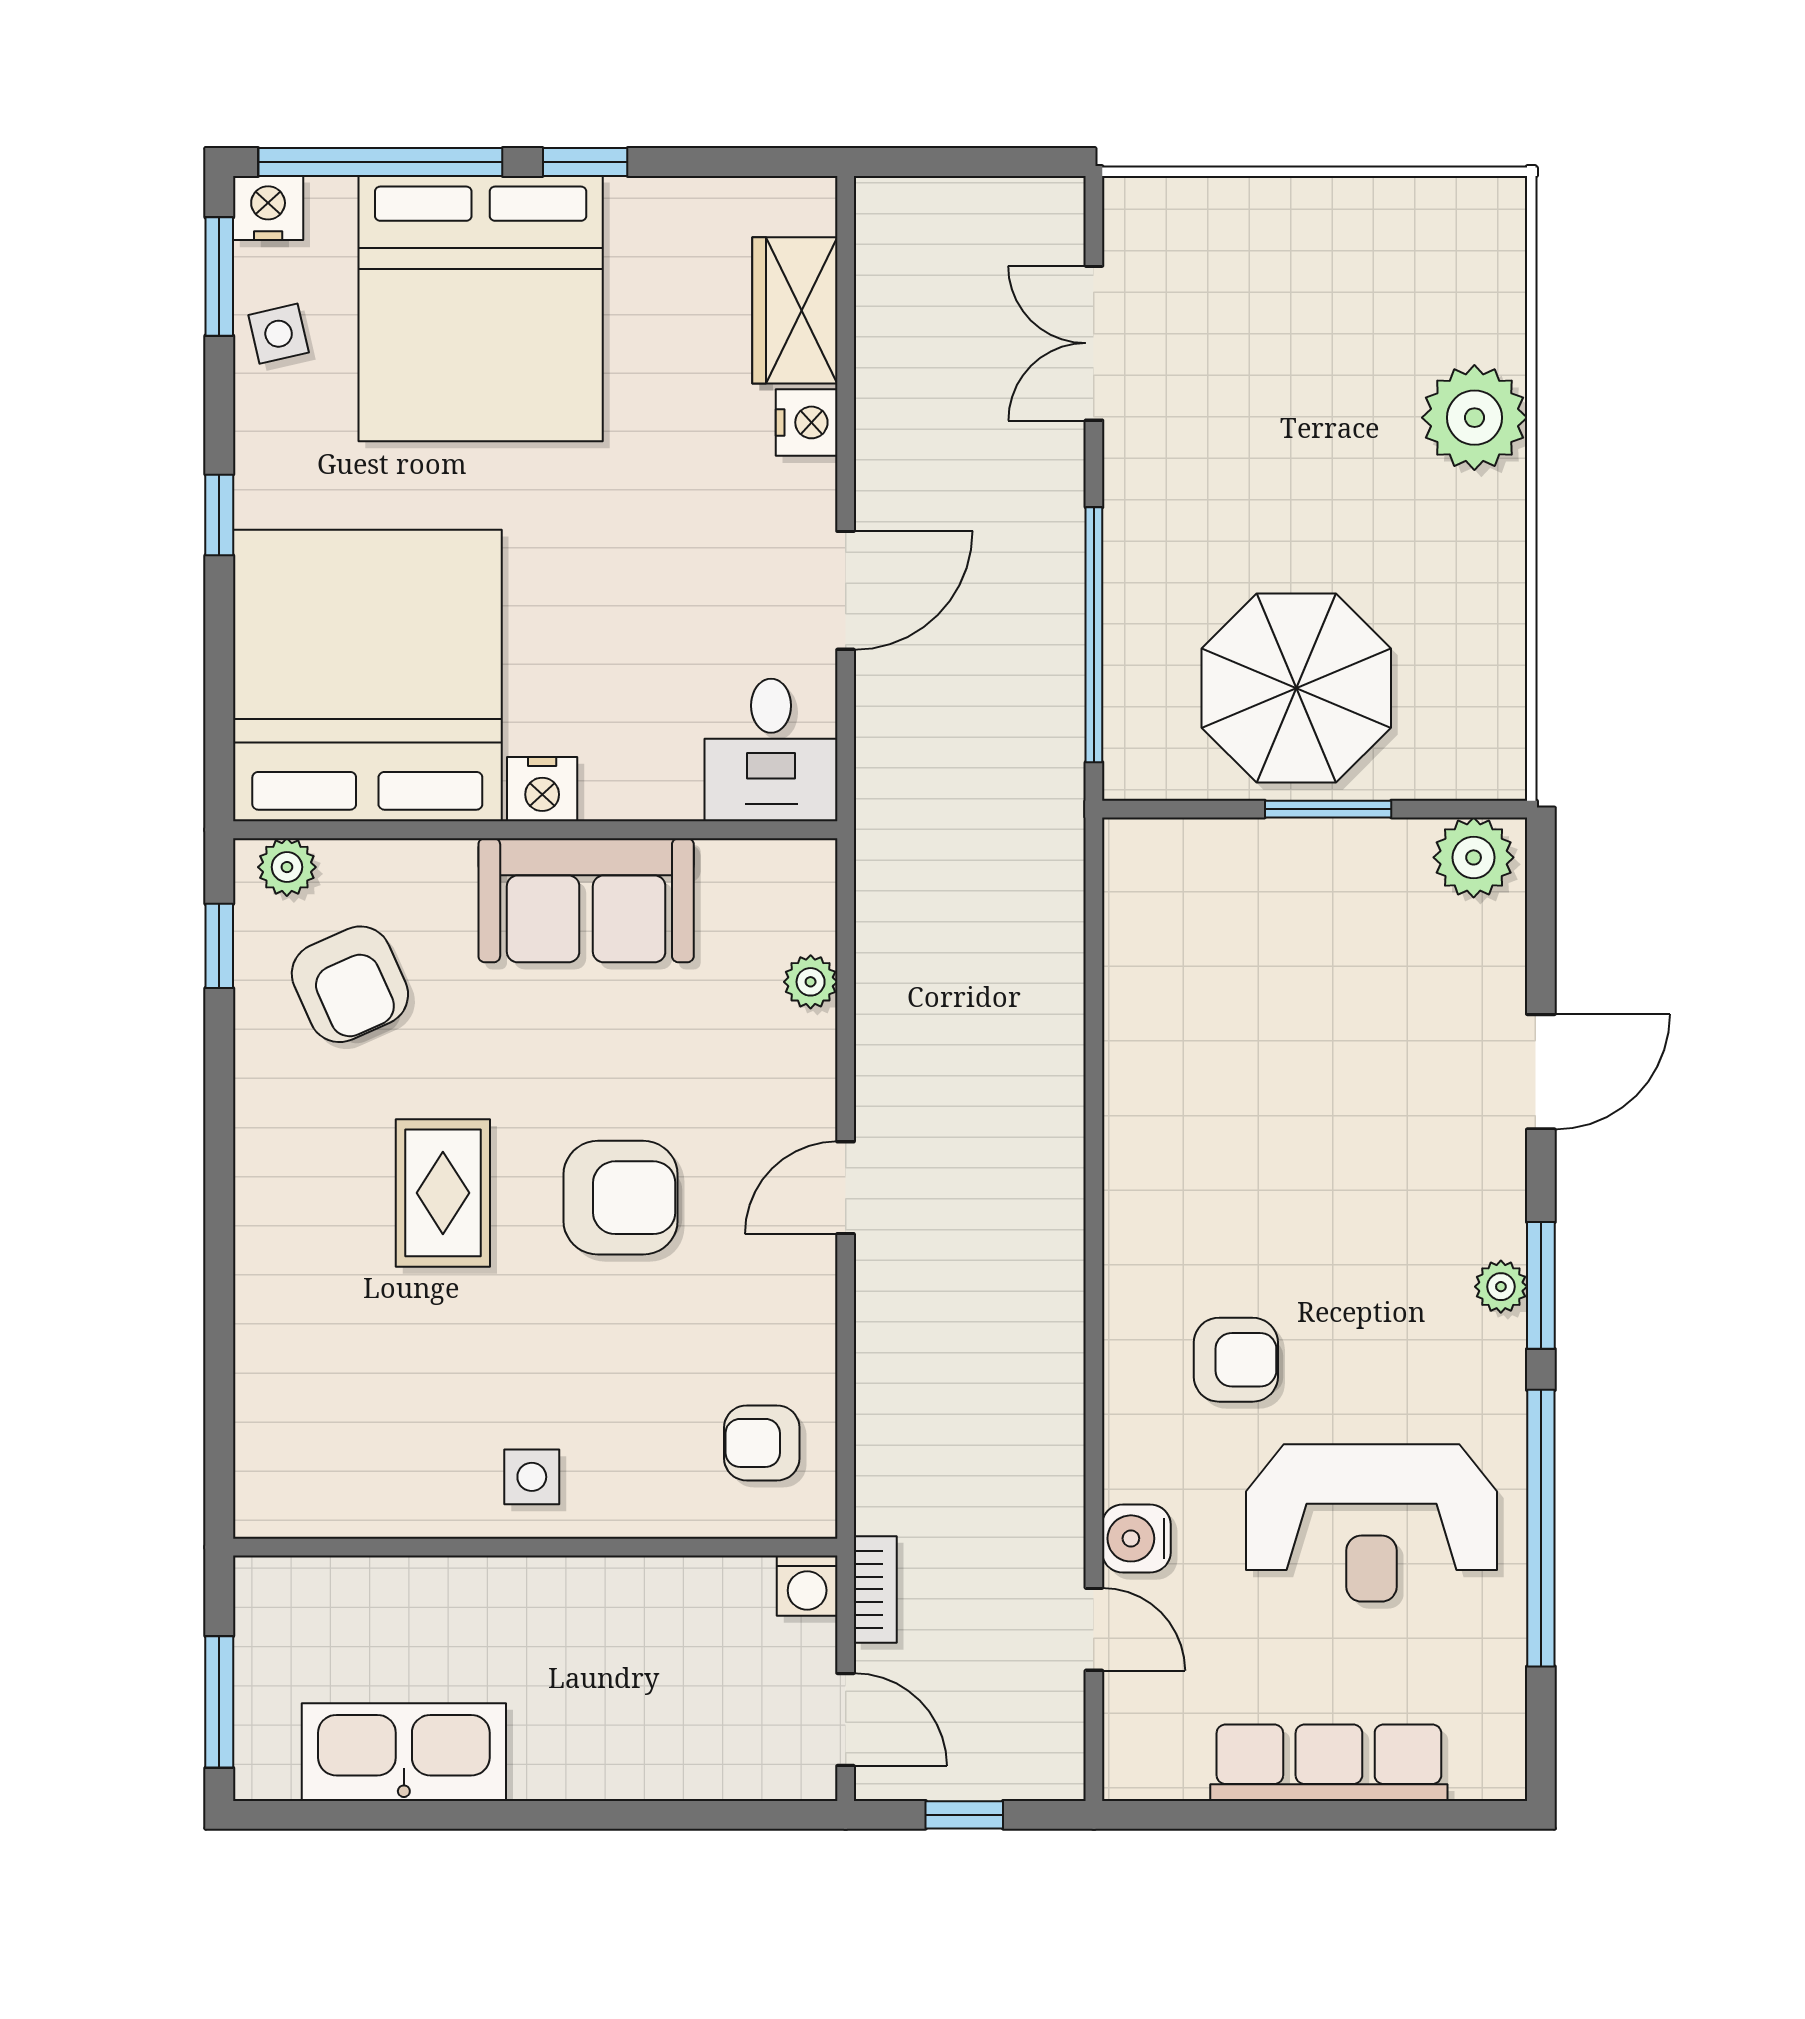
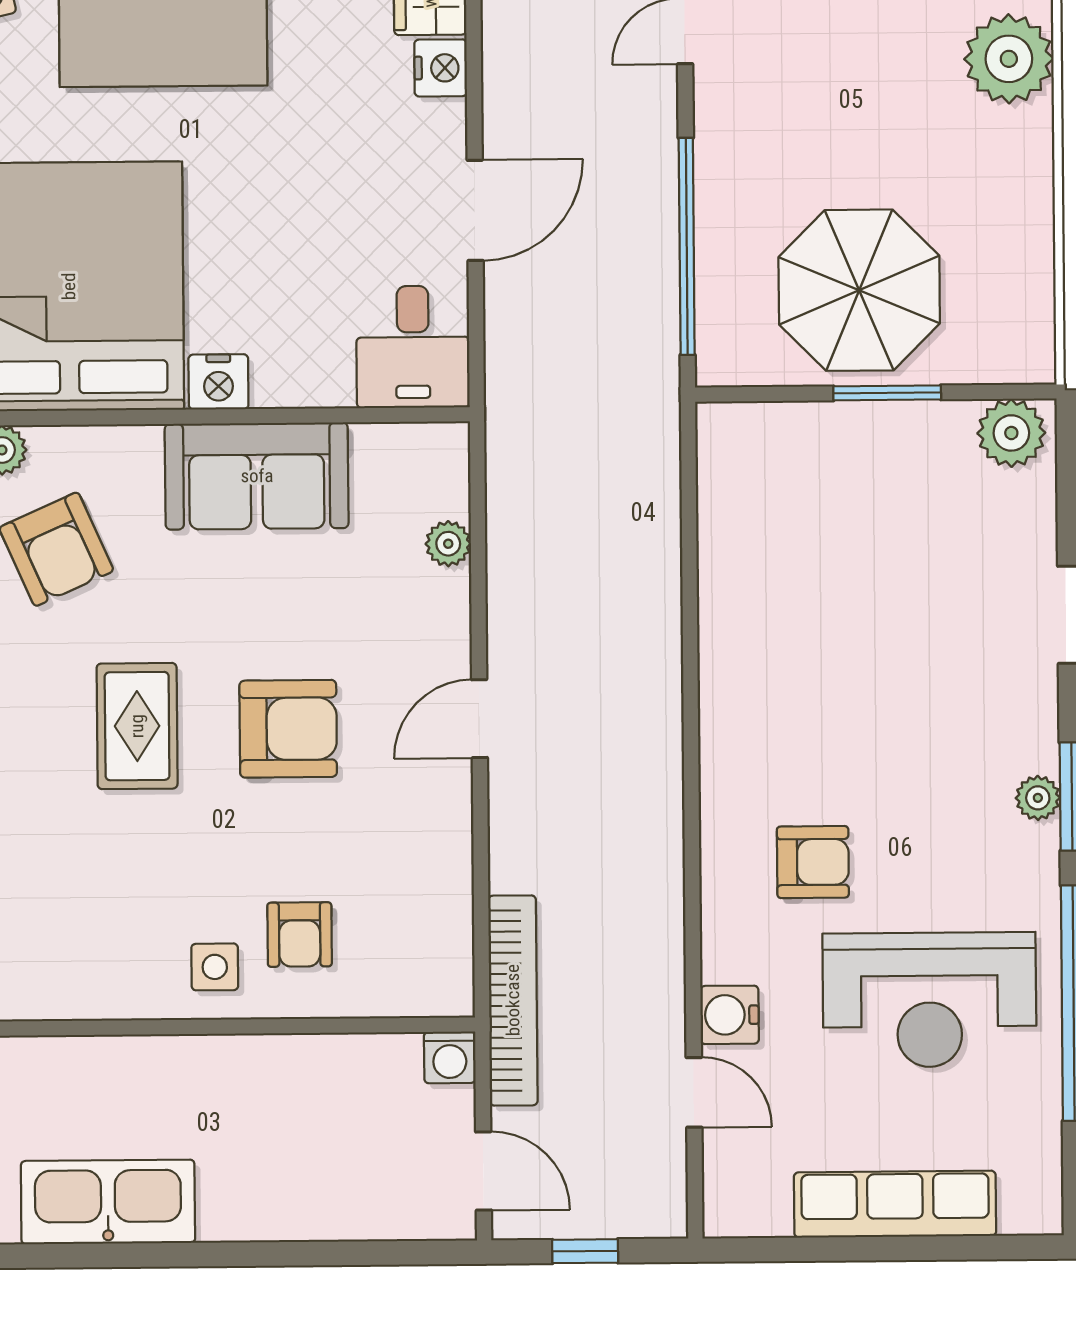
armchair: (762, 1443) -> (300, 935), moved, turned -90
bookcase: (875, 1589) -> (513, 1000), width x2.31, depth x1.31

